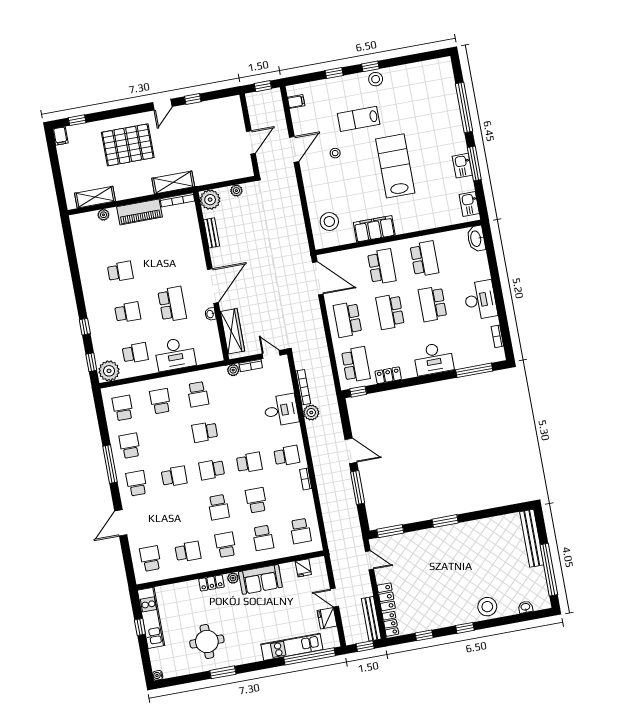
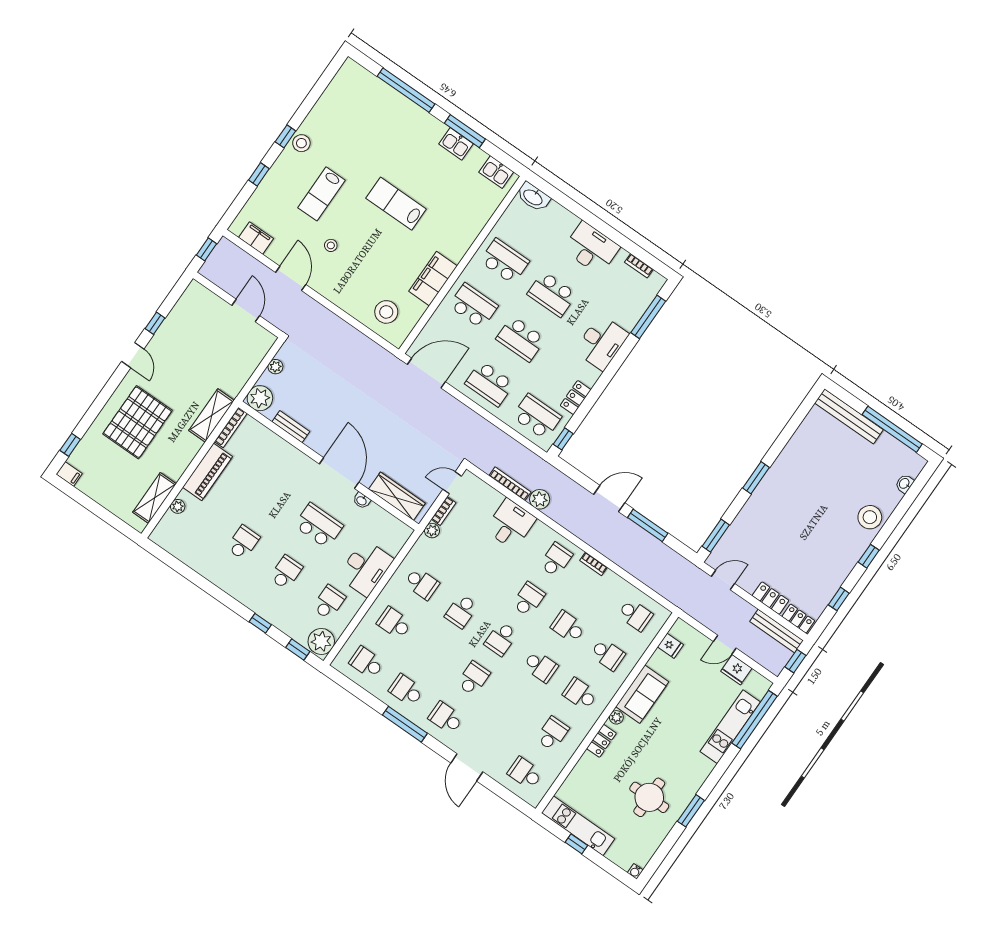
filing cabinet: (296, 102) -> (256, 238), width x2.00
lab bench: (395, 166) -> (396, 204), width x0.73, depth x0.72

